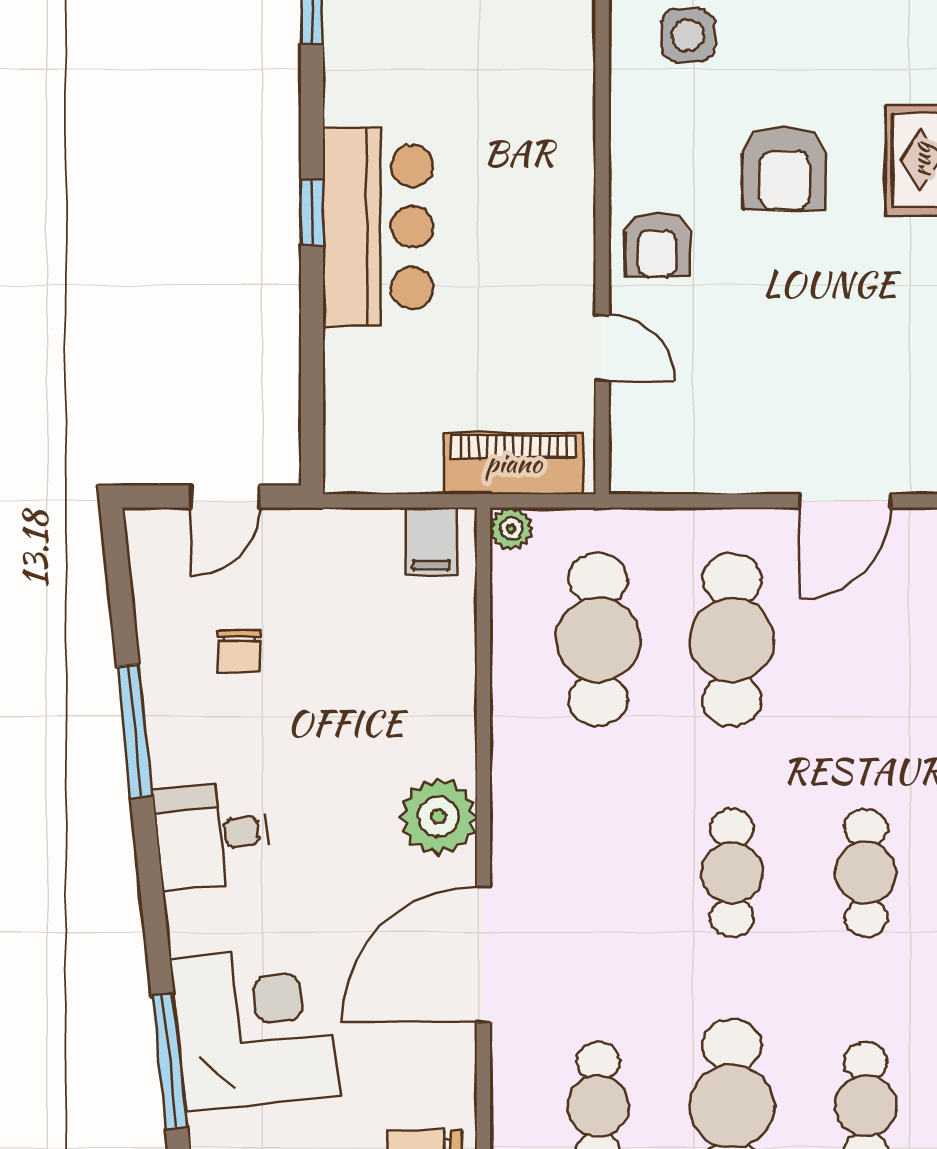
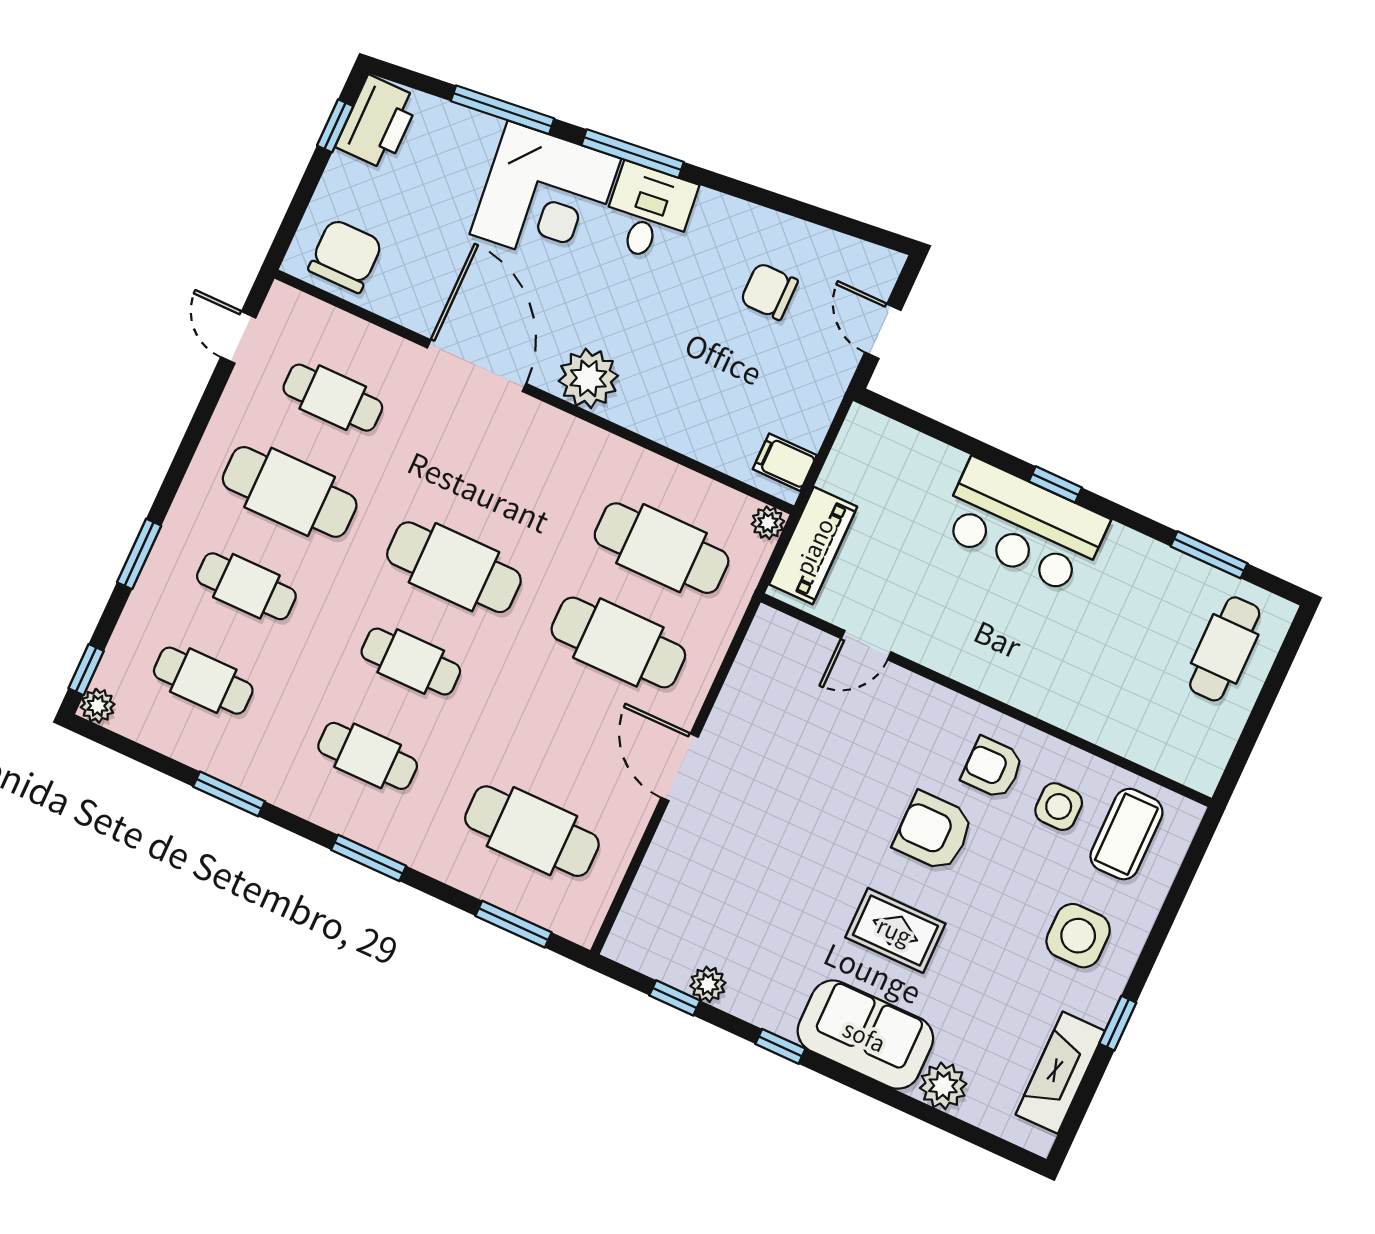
armchair: (657, 244) -> (992, 768), moved
chair: (239, 651) -> (769, 291), width x1.37, depth x1.37
window: (135, 731) -> (633, 154), moved
cafe table: (732, 873) -> (454, 567), width x1.37, depth x1.35
corner desk: (255, 1027) -> (545, 196), moved

